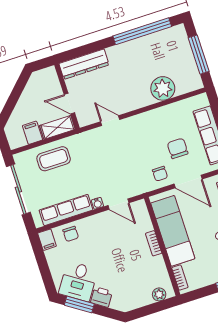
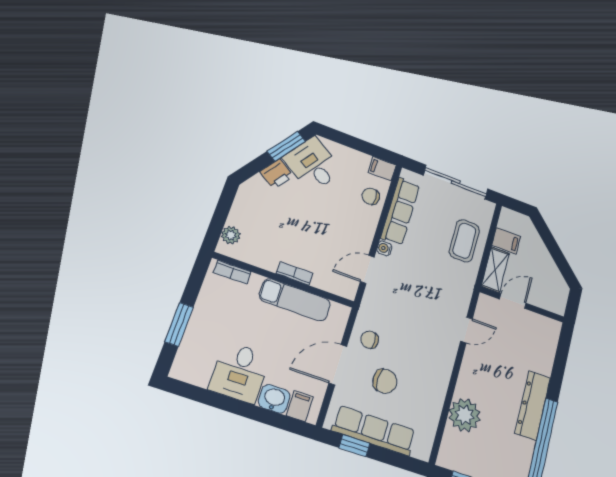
dresser: (84, 64) -> (533, 405), moved
exam couch: (173, 231) -> (295, 300), width x0.73, depth x0.69

